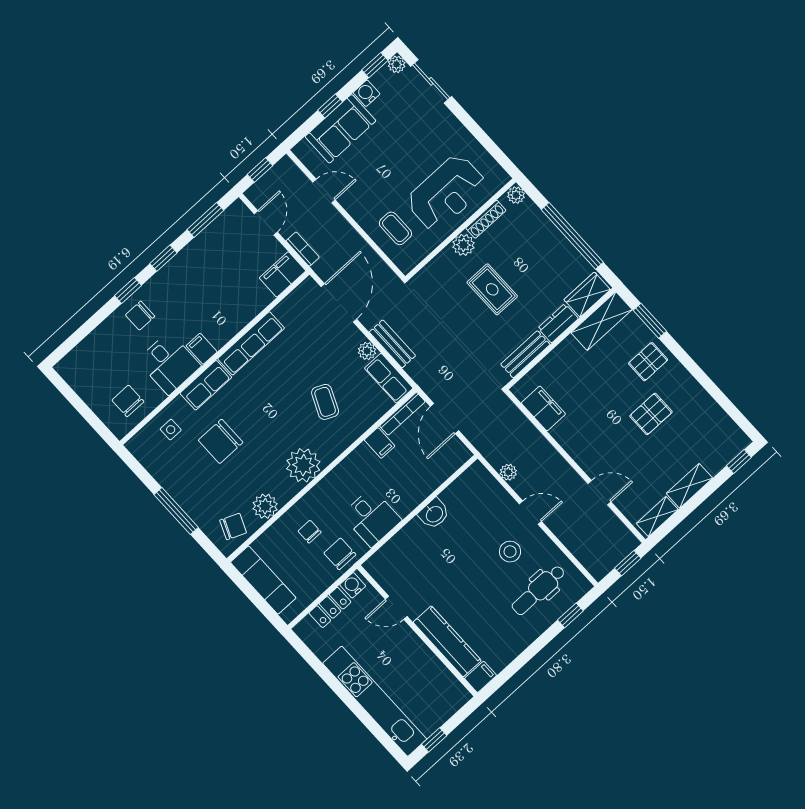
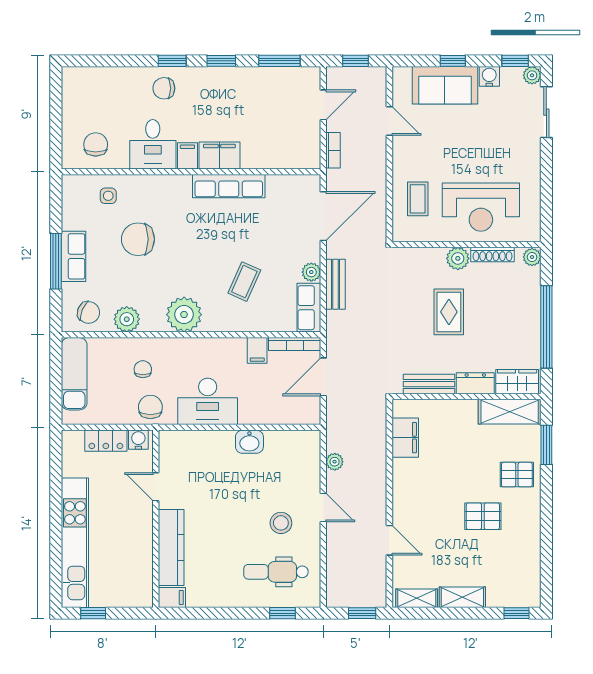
filing cabinet: (282, 274) -> (219, 156), moved
row of seats: (206, 385) -> (74, 256), moved, turned -90
desk: (372, 518) -> (208, 401), width x1.37

